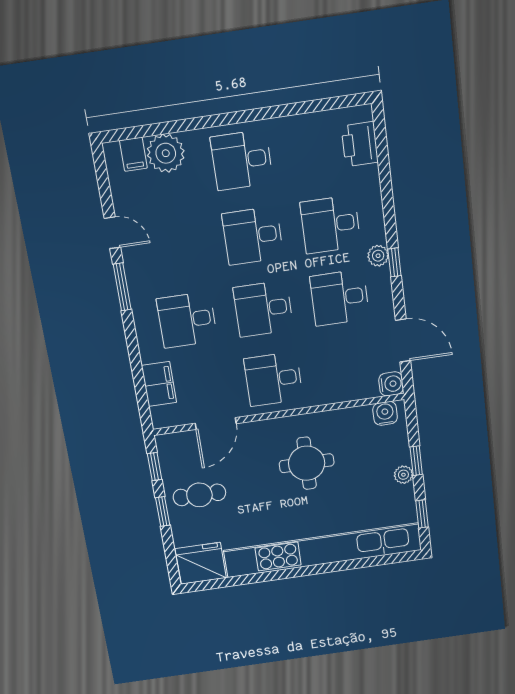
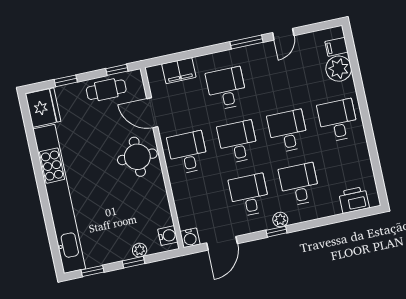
round table: (307, 463) -> (137, 157), moved
plant: (403, 475) -> (140, 250), moved
cafe table: (199, 495) -> (106, 90), moved, turned 90
window: (163, 511) -> (66, 81), moved

